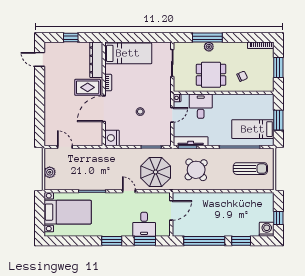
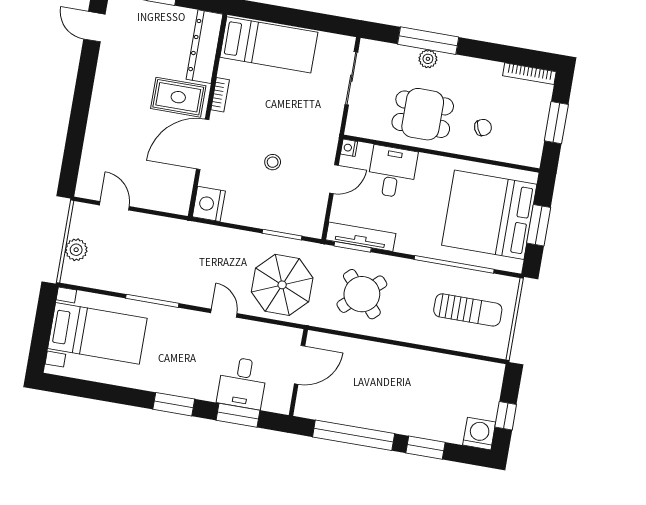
bed: (253, 129) -> (489, 215), width x2.04

